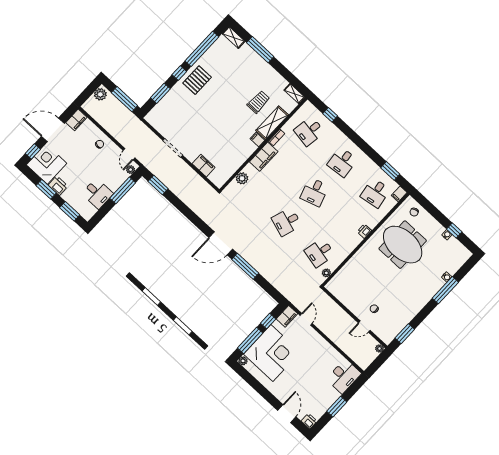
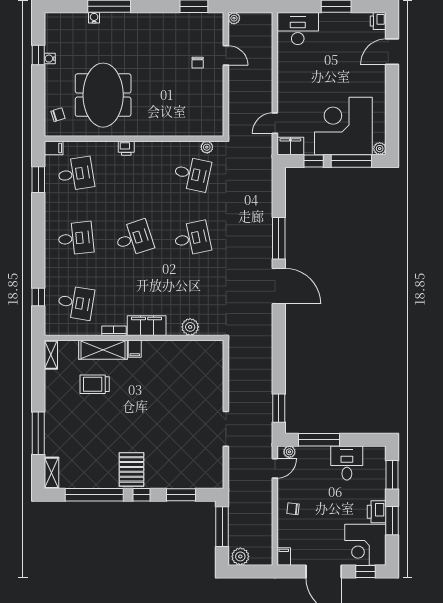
pallet: (197, 80) -> (131, 469), turned 90
filing cabinet: (76, 120) -> (284, 556), width x0.50
filing cabinet: (204, 166) -> (214, 380), removed
desk: (287, 222) -> (192, 238), turned -30

